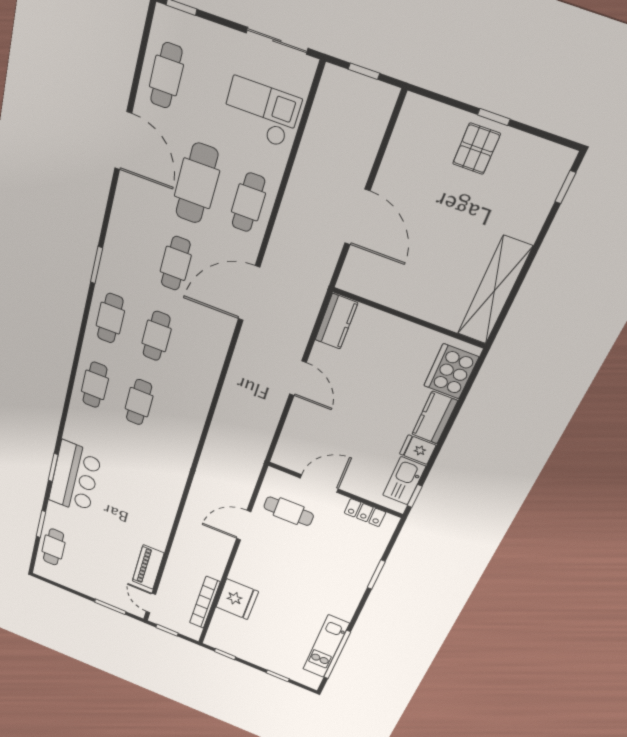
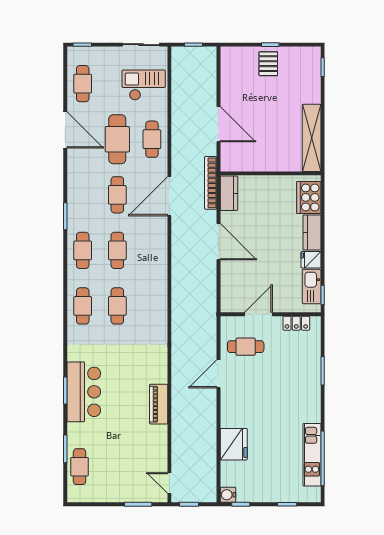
door: (298, 378) -> (218, 242), width x1.36
piano: (148, 567) -> (159, 404), moved
bookcase: (205, 602) -> (211, 183), moved
water cooler: (214, 640) -> (228, 495), added

